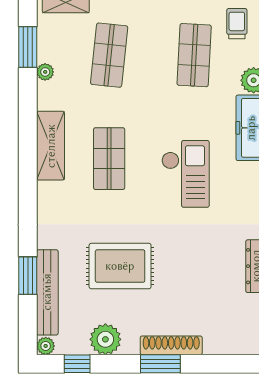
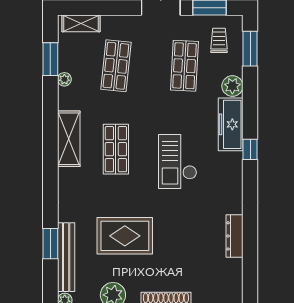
checkout: (186, 174) -> (178, 161), turned 180

